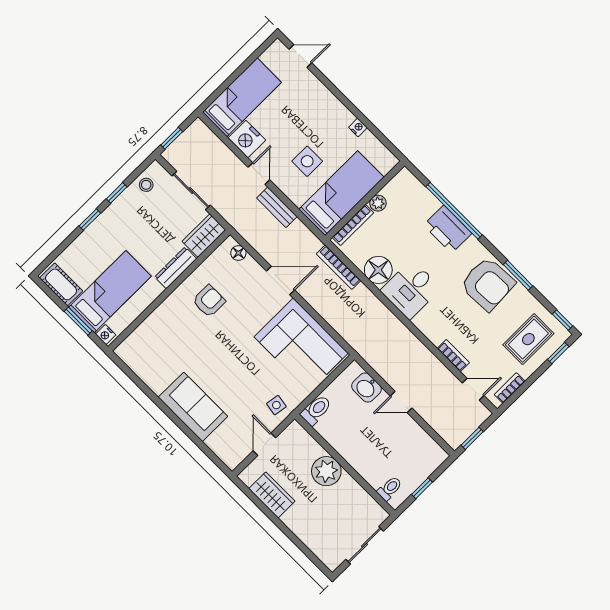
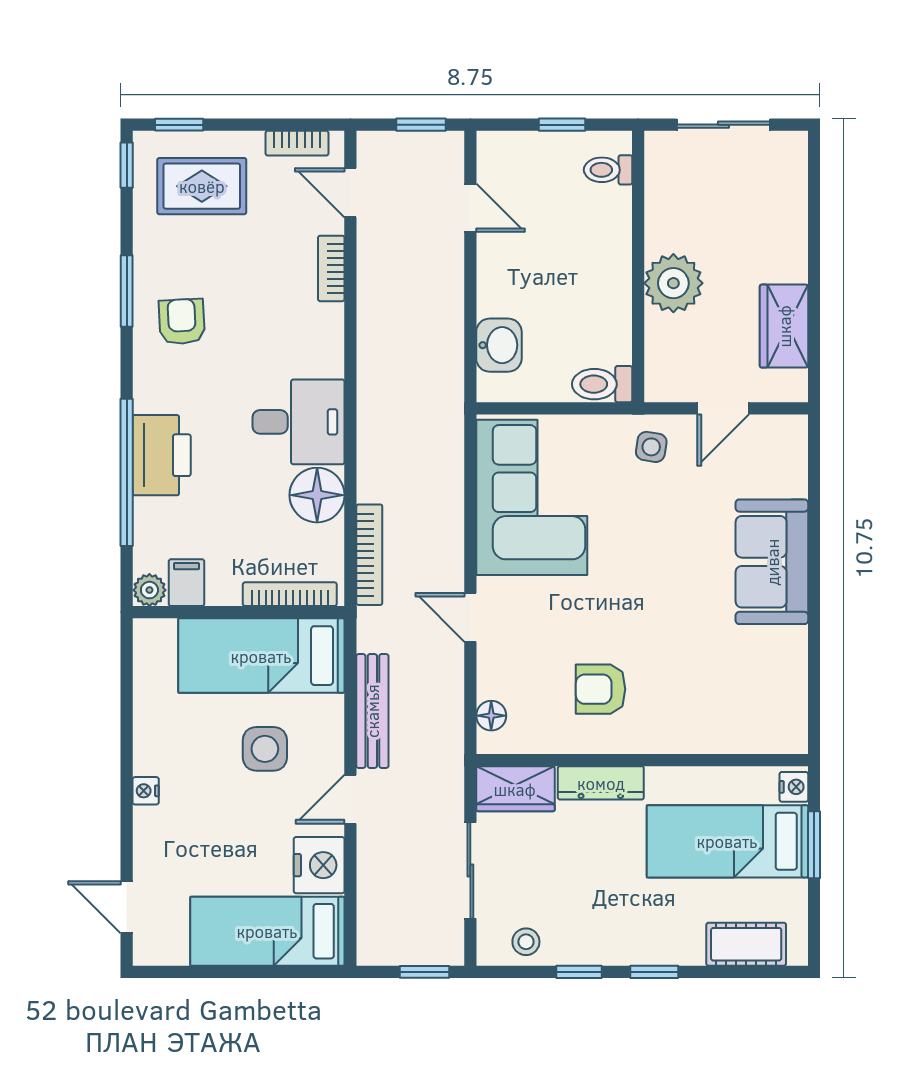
nightstand: (358, 128) -> (146, 791), moved
filing cabinet: (394, 193) -> (186, 583), added
plant: (378, 203) -> (149, 590), moved
bench: (277, 207) -> (372, 711), width x1.36
door: (281, 281) -> (470, 617), width x0.73
cot: (61, 284) -> (746, 944), moved, turned 90
armchair: (488, 284) -> (182, 322), width x0.53, depth x0.53
door: (401, 402) -> (470, 208), moved

